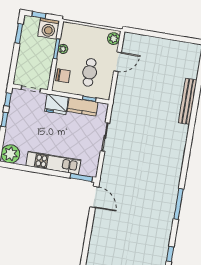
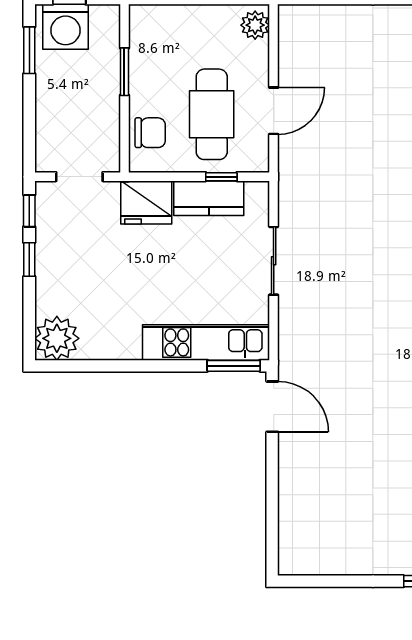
washing machine: (49, 28) -> (65, 27), moved
plant: (63, 49) -> (140, 69), removed
door: (118, 62) -> (274, 111), moved
cafe table: (90, 72) -> (212, 114), width x1.37, depth x1.35
kitchen unit: (53, 163) -> (206, 342), moved

